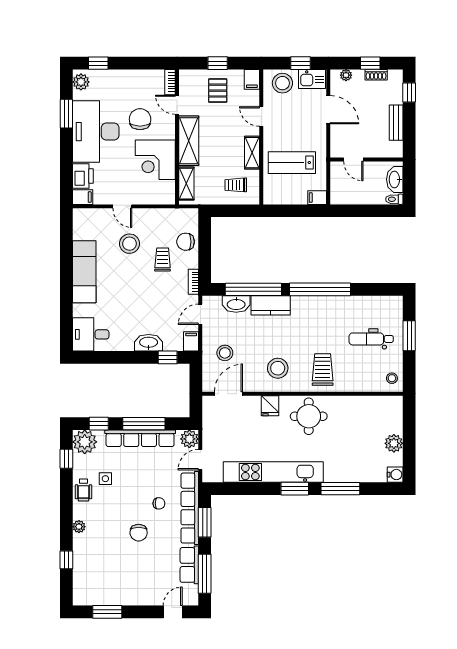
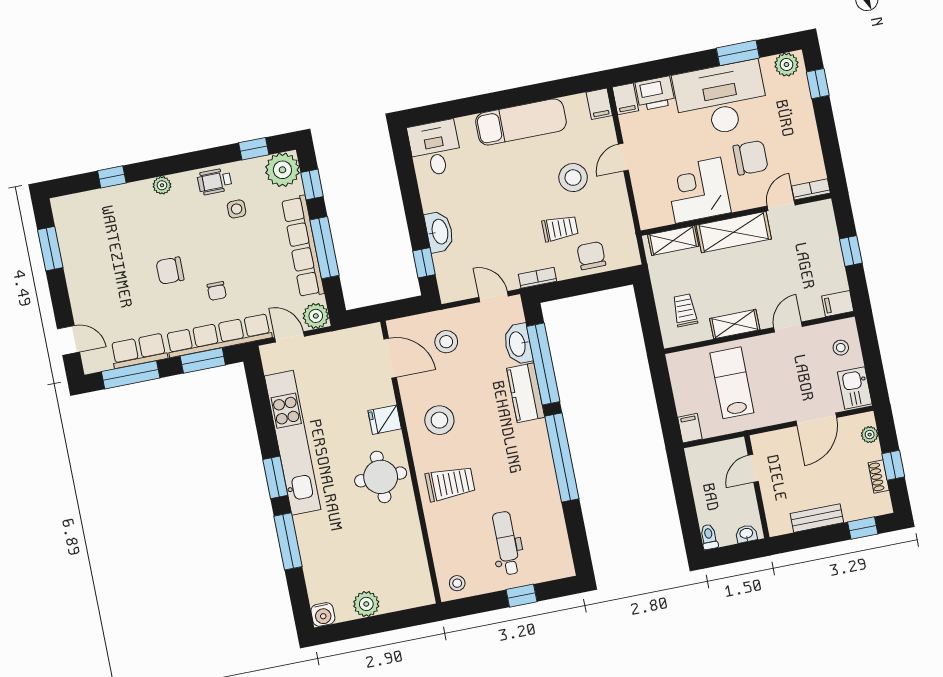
window: (300, 63) -> (874, 367), removed
stool: (282, 83) -> (841, 348), width x0.53, depth x0.53
pallet: (218, 91) -> (812, 259), removed
washbasin: (395, 179) -> (746, 534), width x0.52, depth x0.69
window: (409, 336) -> (522, 596), width x0.67
filing cabinet: (191, 341) -> (599, 104), moved, turned 90

